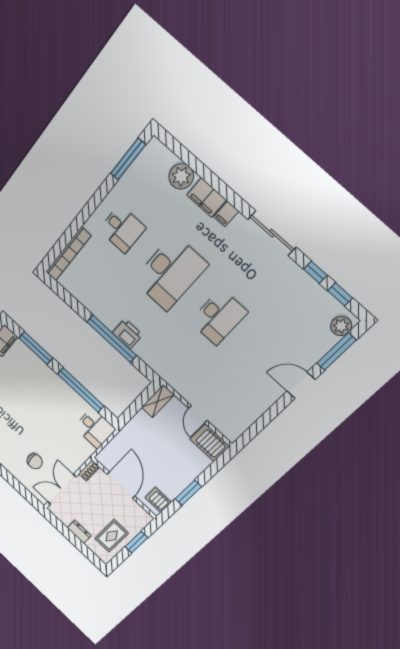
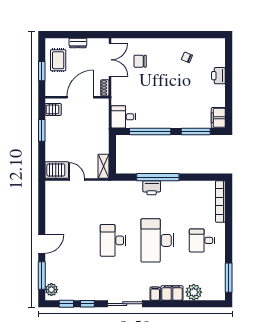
door: (121, 485) -> (80, 97), swing flipped

